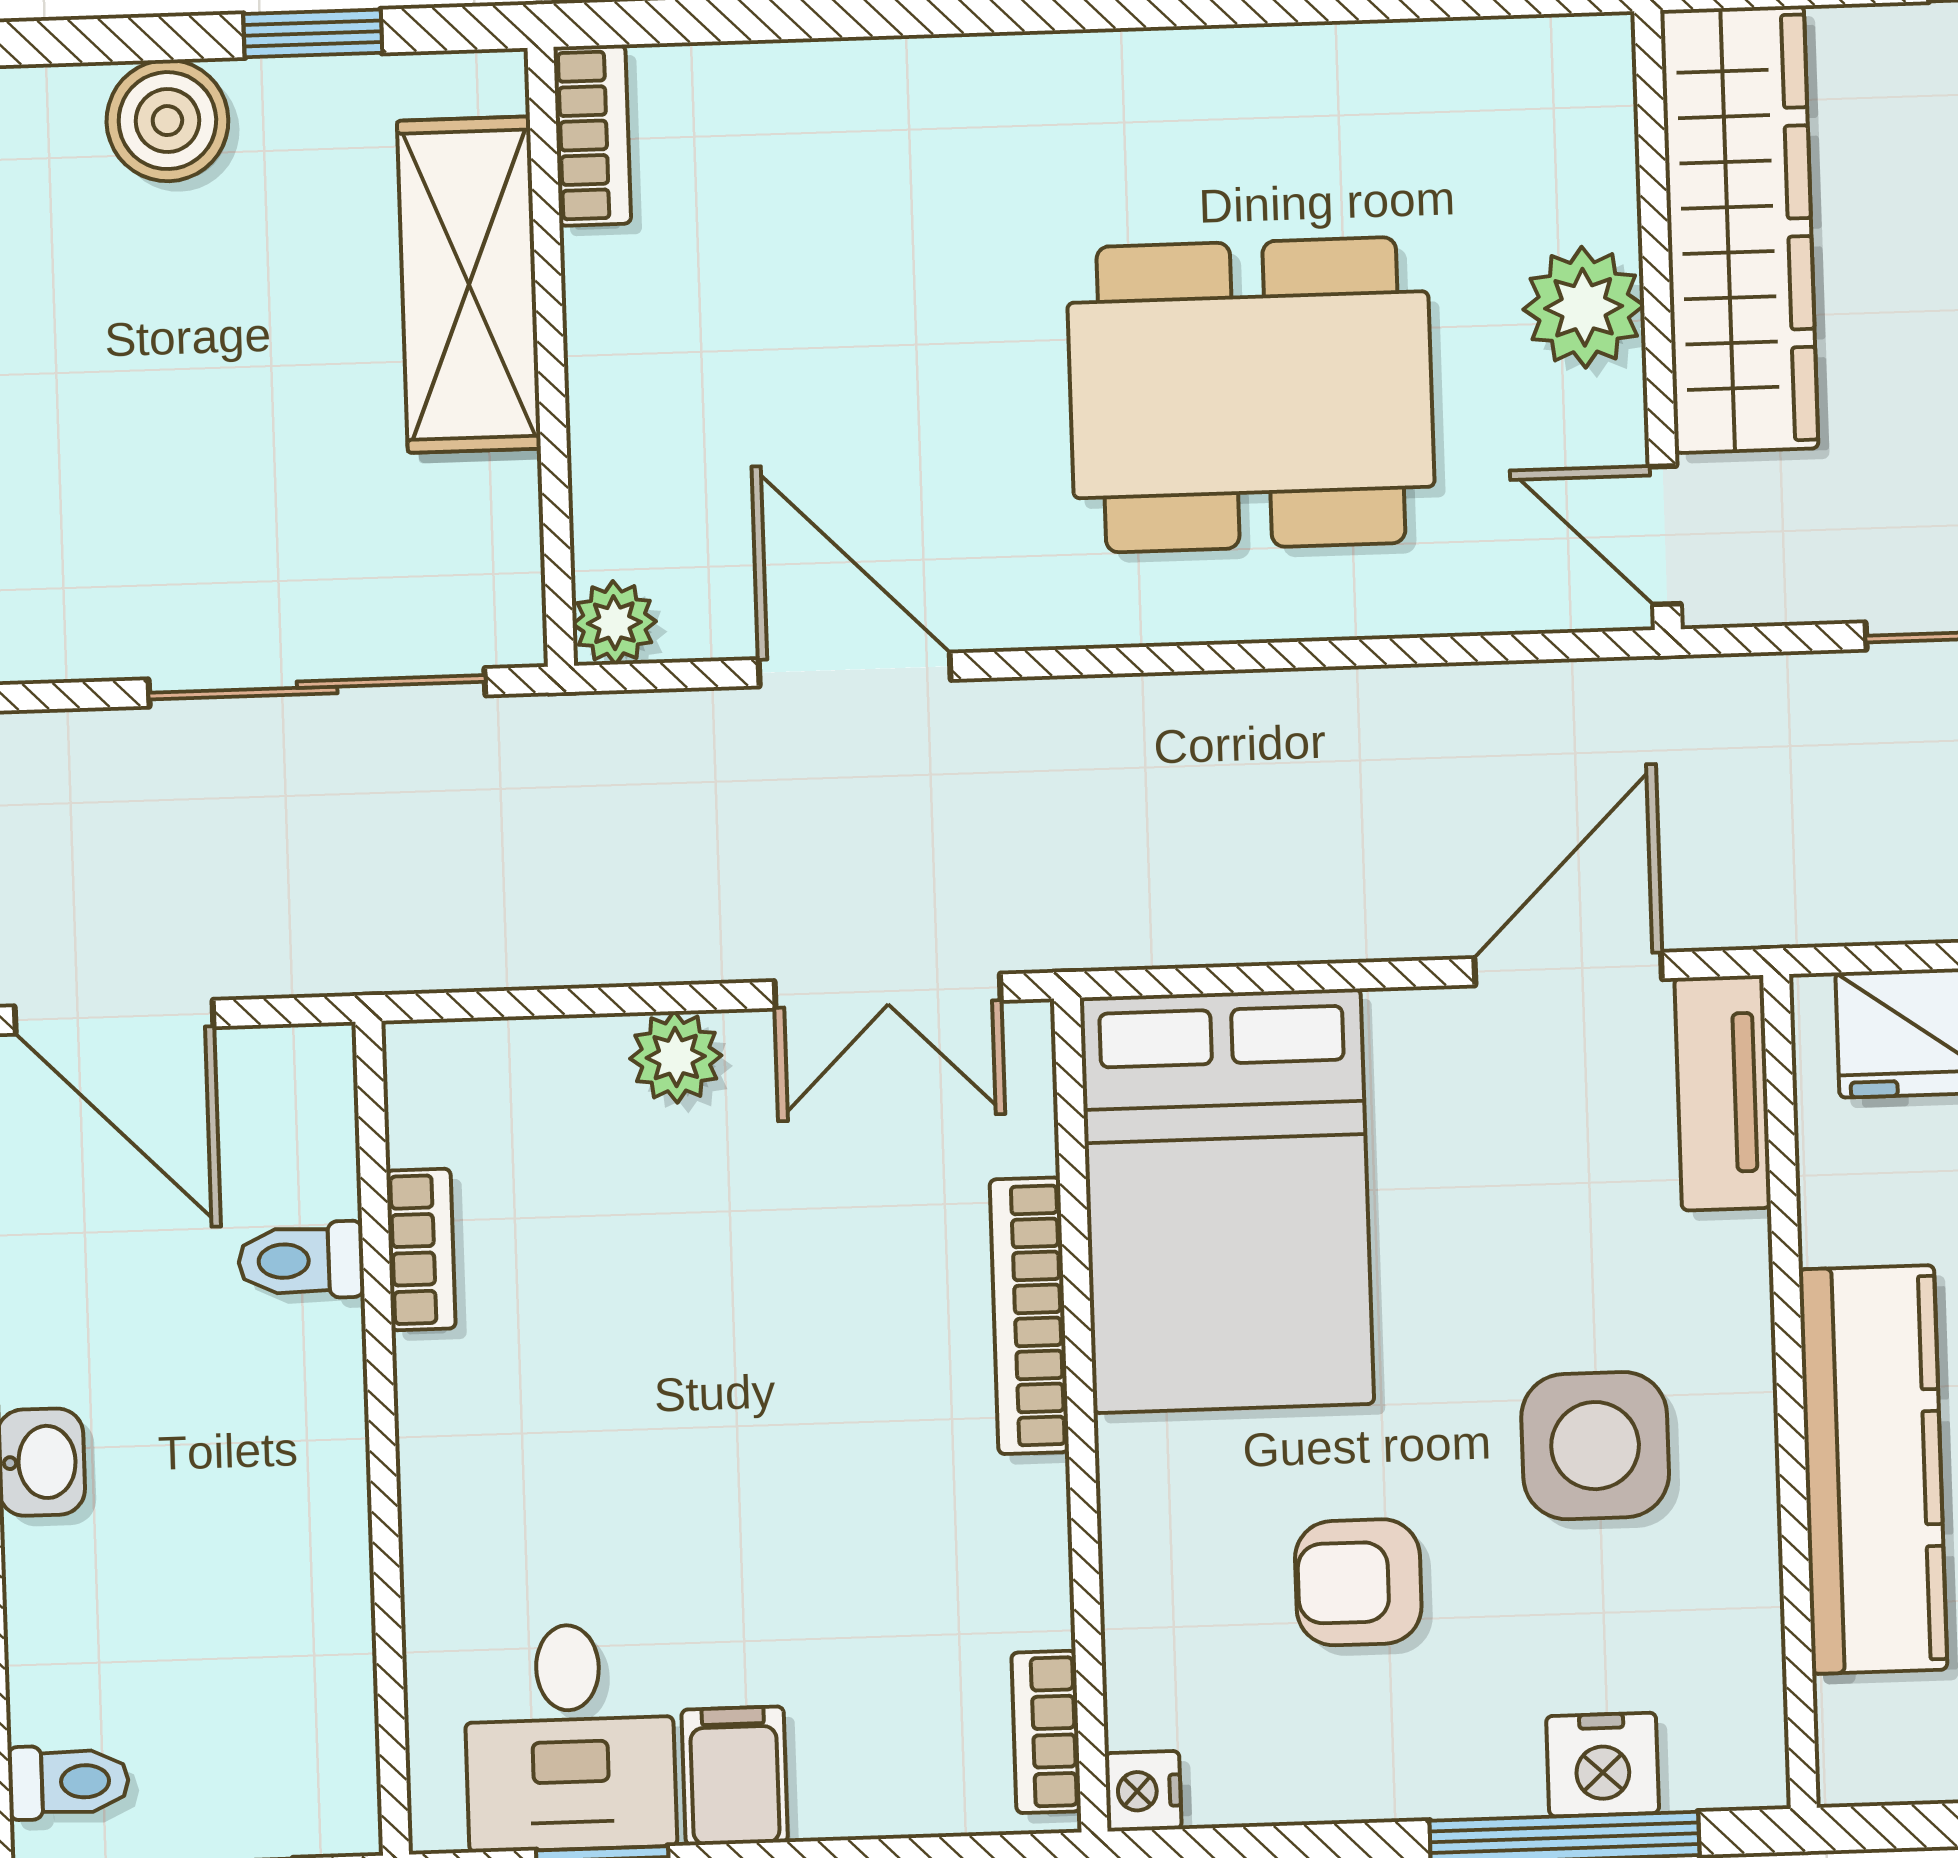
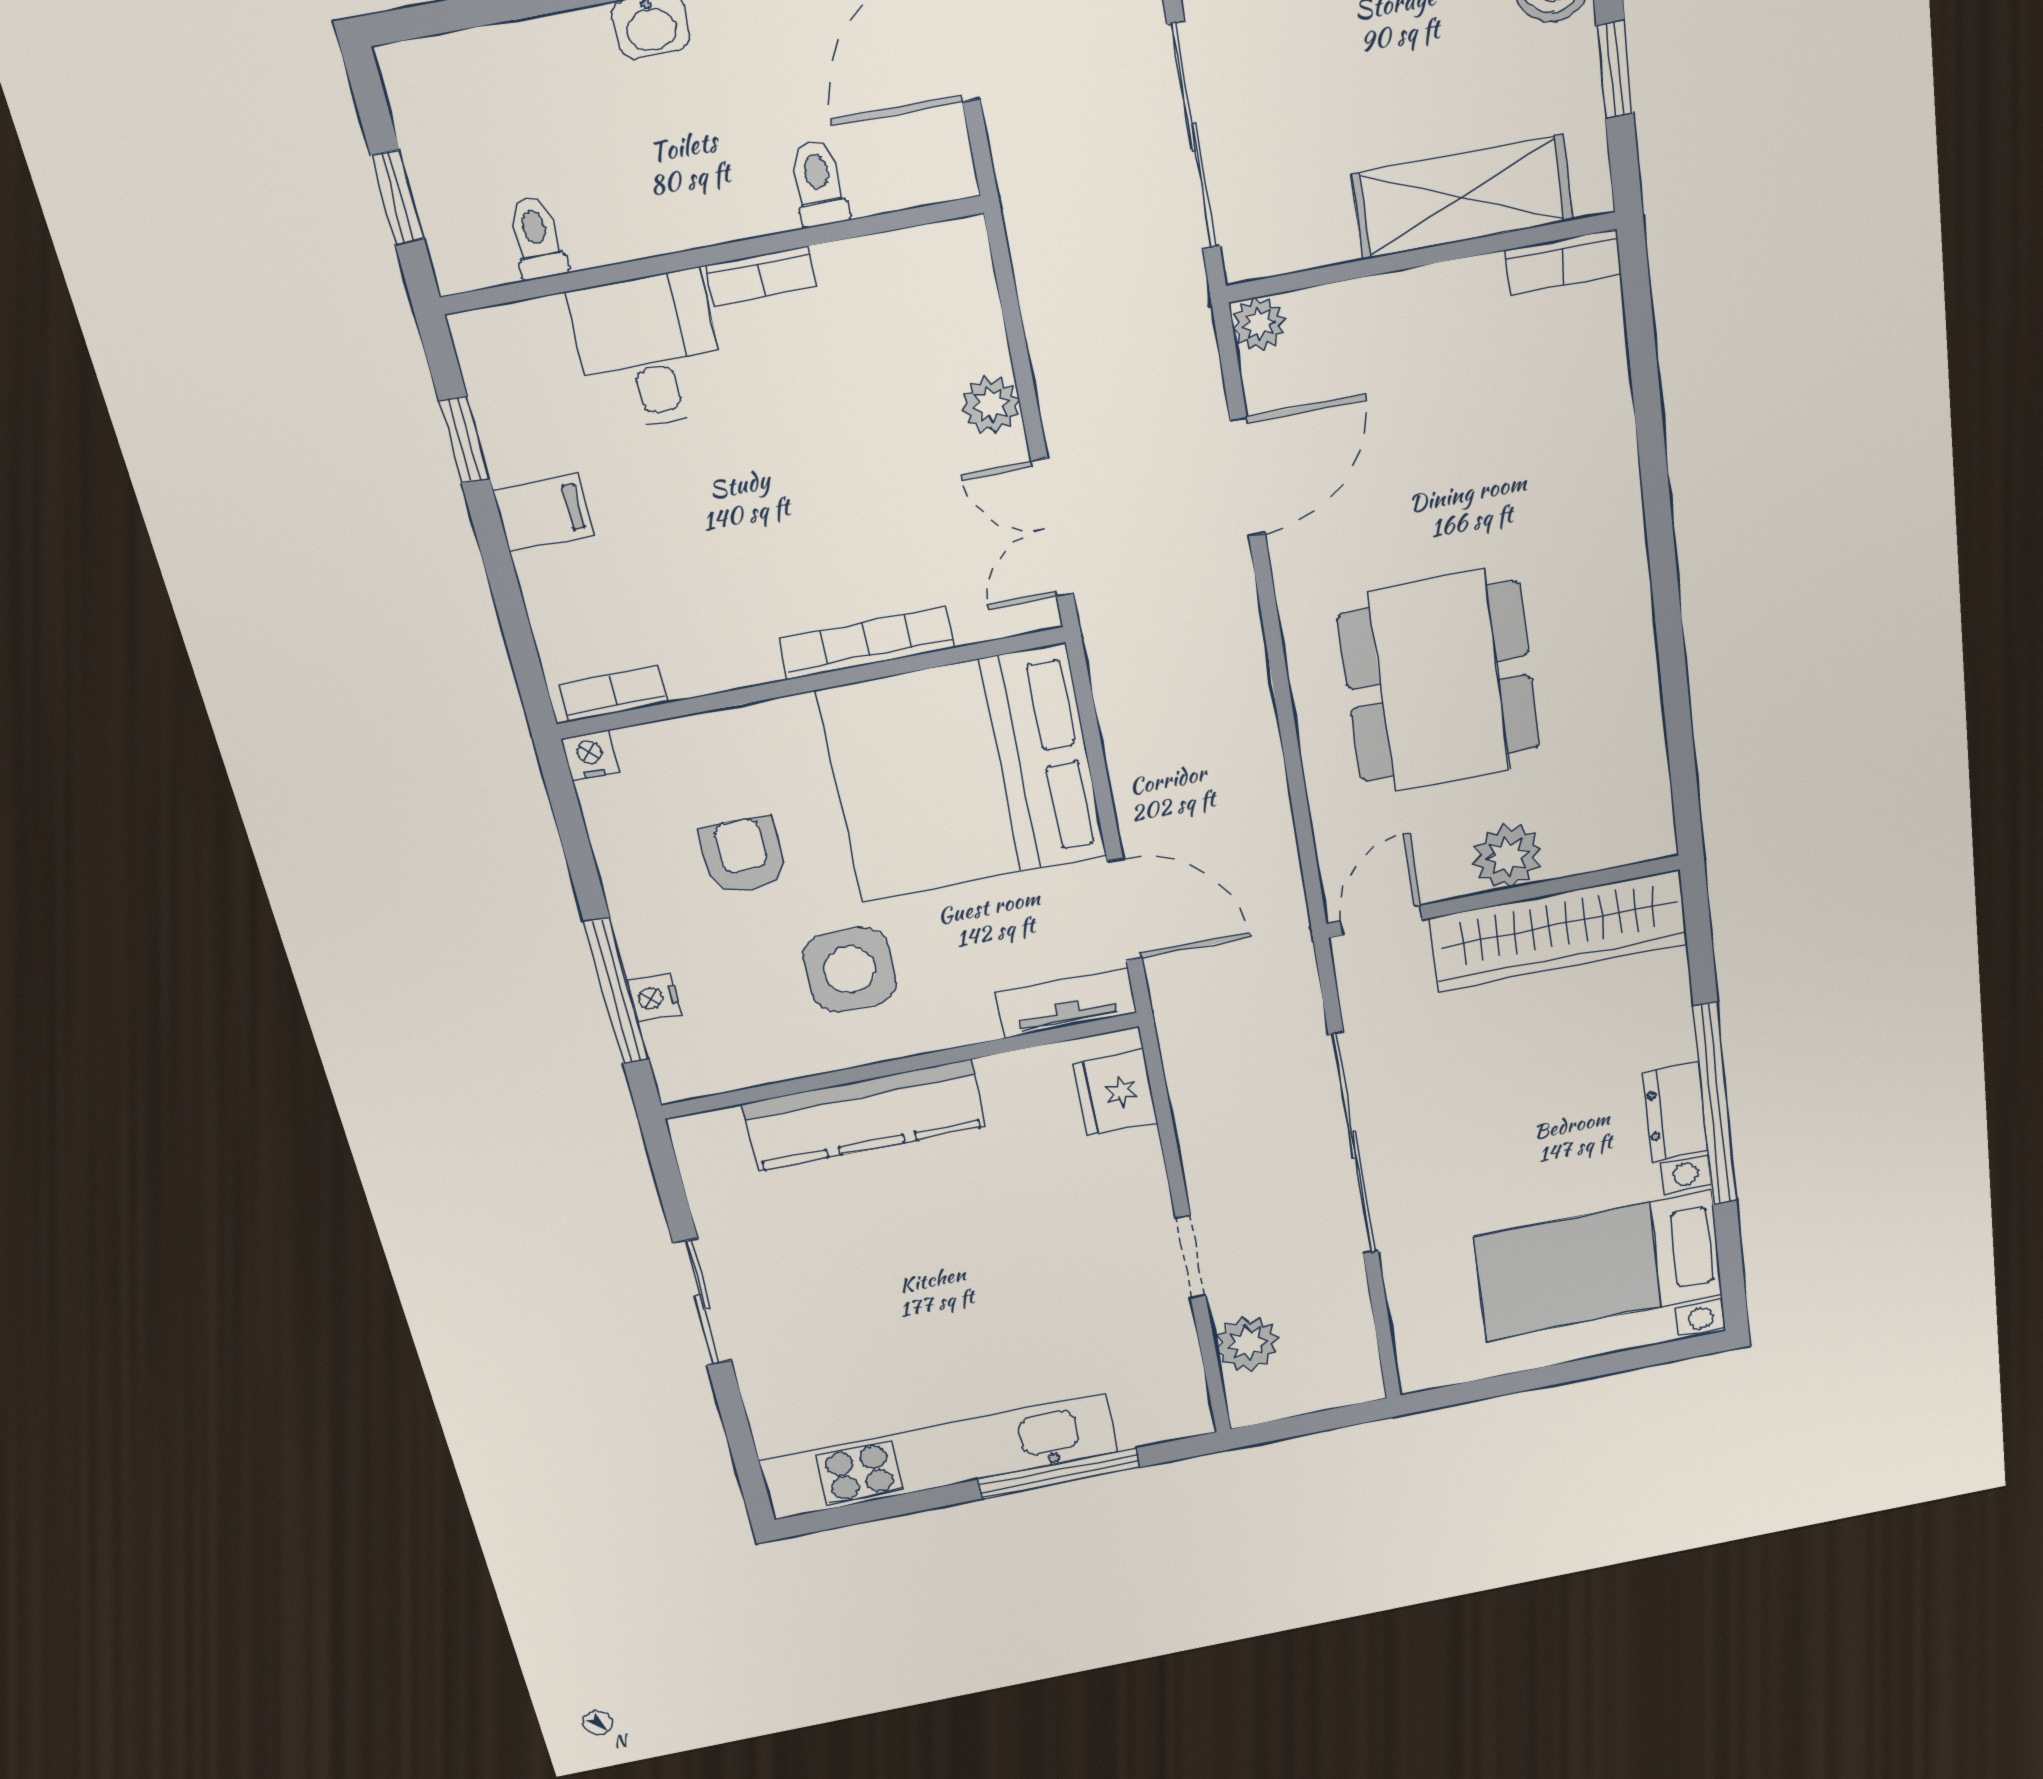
bed: (1227, 1201) -> (963, 774), width x1.36
bookcase: (421, 1249) -> (761, 276), moved
desk: (570, 1737) -> (649, 351), moved, turned 90
nightstand: (1603, 1765) -> (654, 998), width x0.72, depth x0.74
toilet: (68, 1782) -> (537, 238), moved, turned 180

